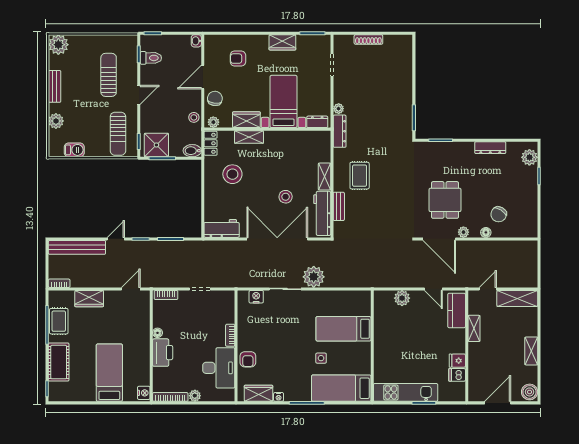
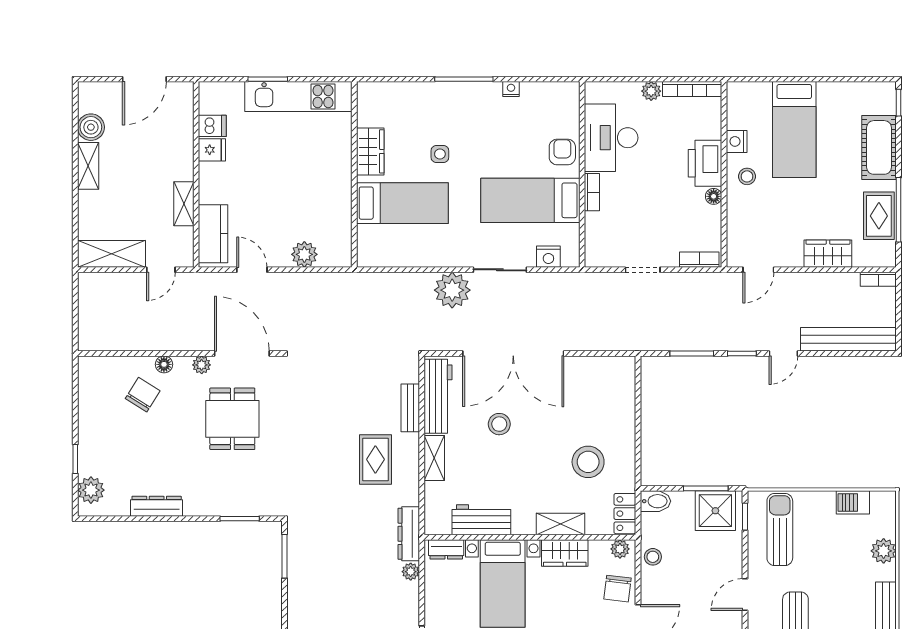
workbench: (222, 228) -> (481, 520), moved, turned 180
stool: (138, 345) -> (747, 176), added
bed: (341, 388) -> (530, 200), moved, turned 180
boiler: (530, 392) -> (91, 127), moved
nightstand: (144, 393) -> (737, 141), moved
wardrobe: (259, 393) -> (370, 151), moved, turned -90

